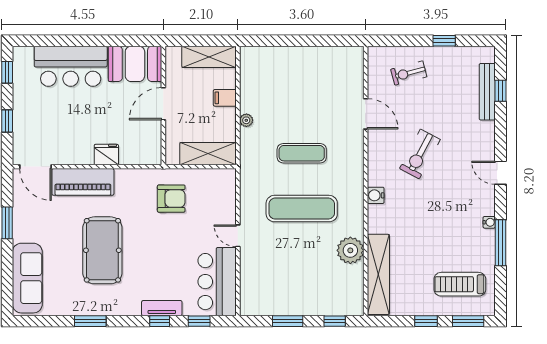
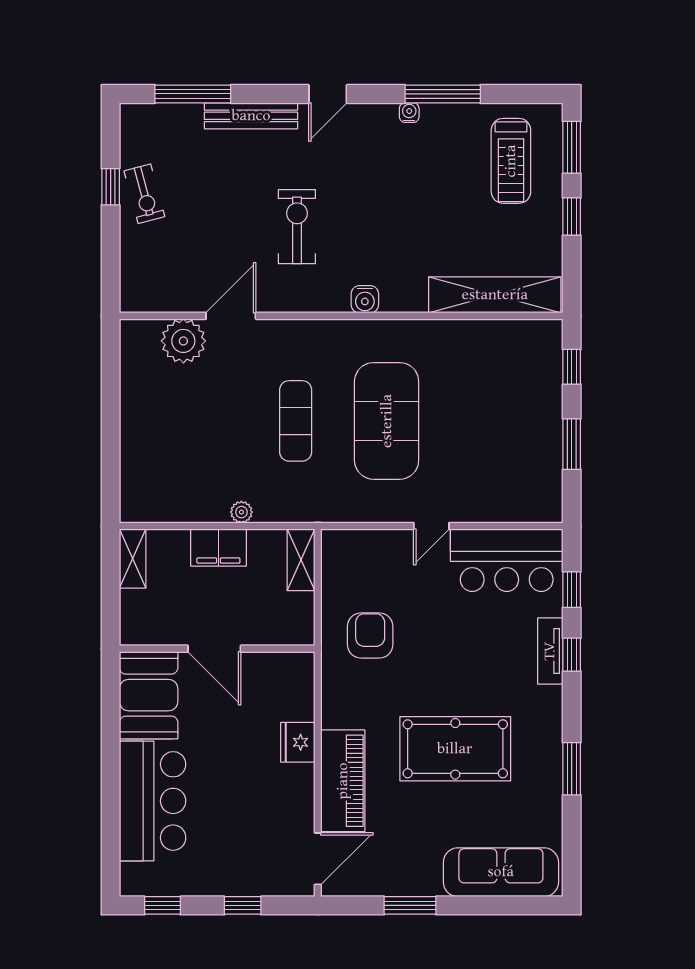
shelving: (209, 57) -> (133, 559), width x0.67, depth x0.75
exercise bike: (409, 73) -> (144, 194), moved
window: (500, 91) -> (193, 94), width x2.17
bench: (487, 92) -> (251, 116), moved
filing cabinet: (225, 98) -> (218, 548), width x2.00
shelving: (208, 154) -> (301, 560), width x0.67, depth x0.75
exercise bike: (420, 154) -> (297, 227), turned -118
exercise mat: (302, 209) -> (387, 421), width x1.47
plant: (350, 250) -> (183, 341), moved

